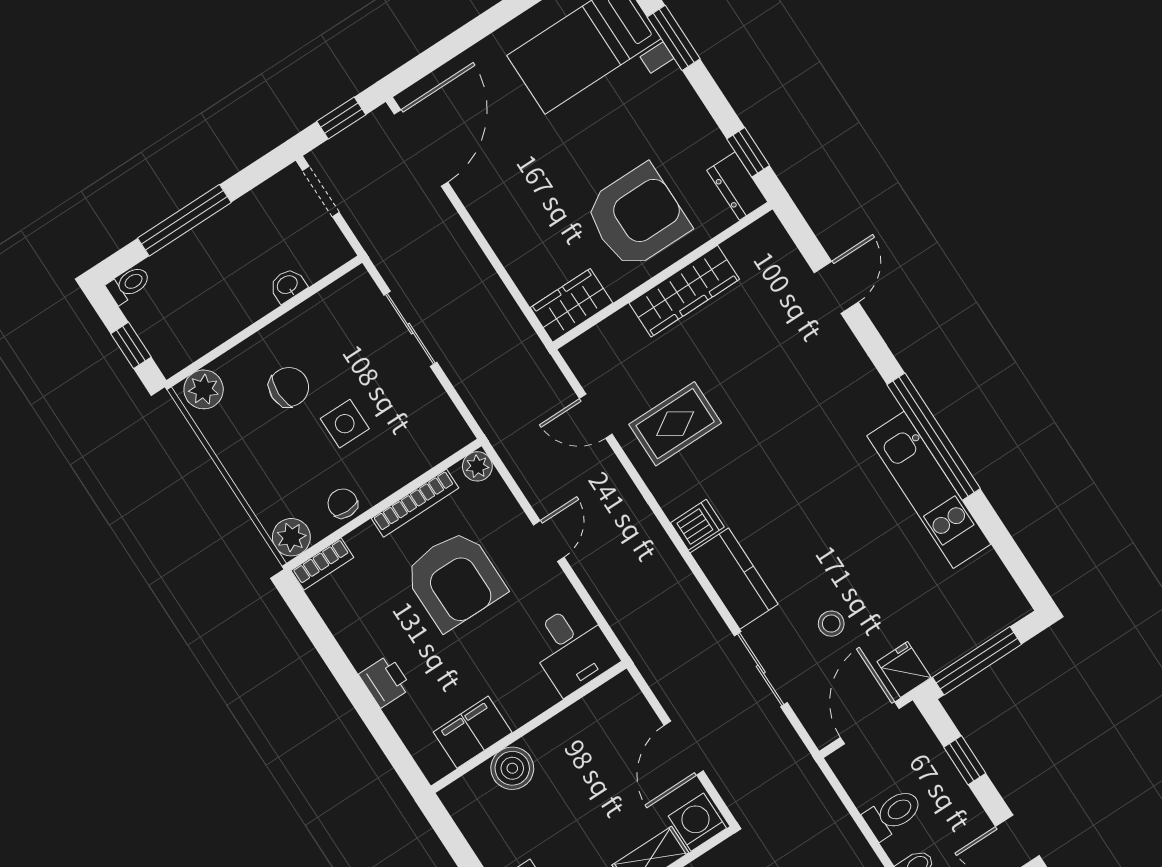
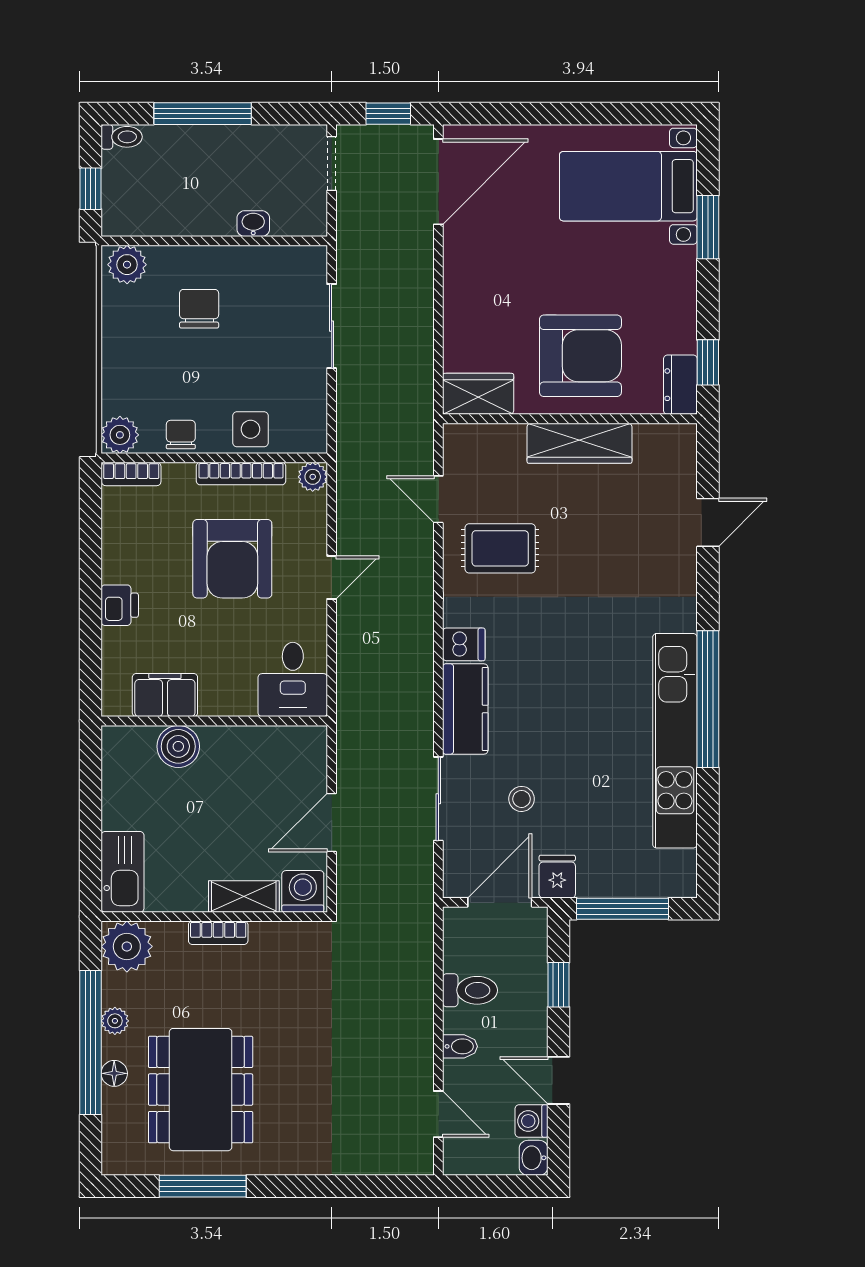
chair: (289, 387) -> (199, 309), turned -90
side table: (345, 424) -> (250, 429), moved
kitchen unit: (929, 490) -> (675, 741), width x1.36

